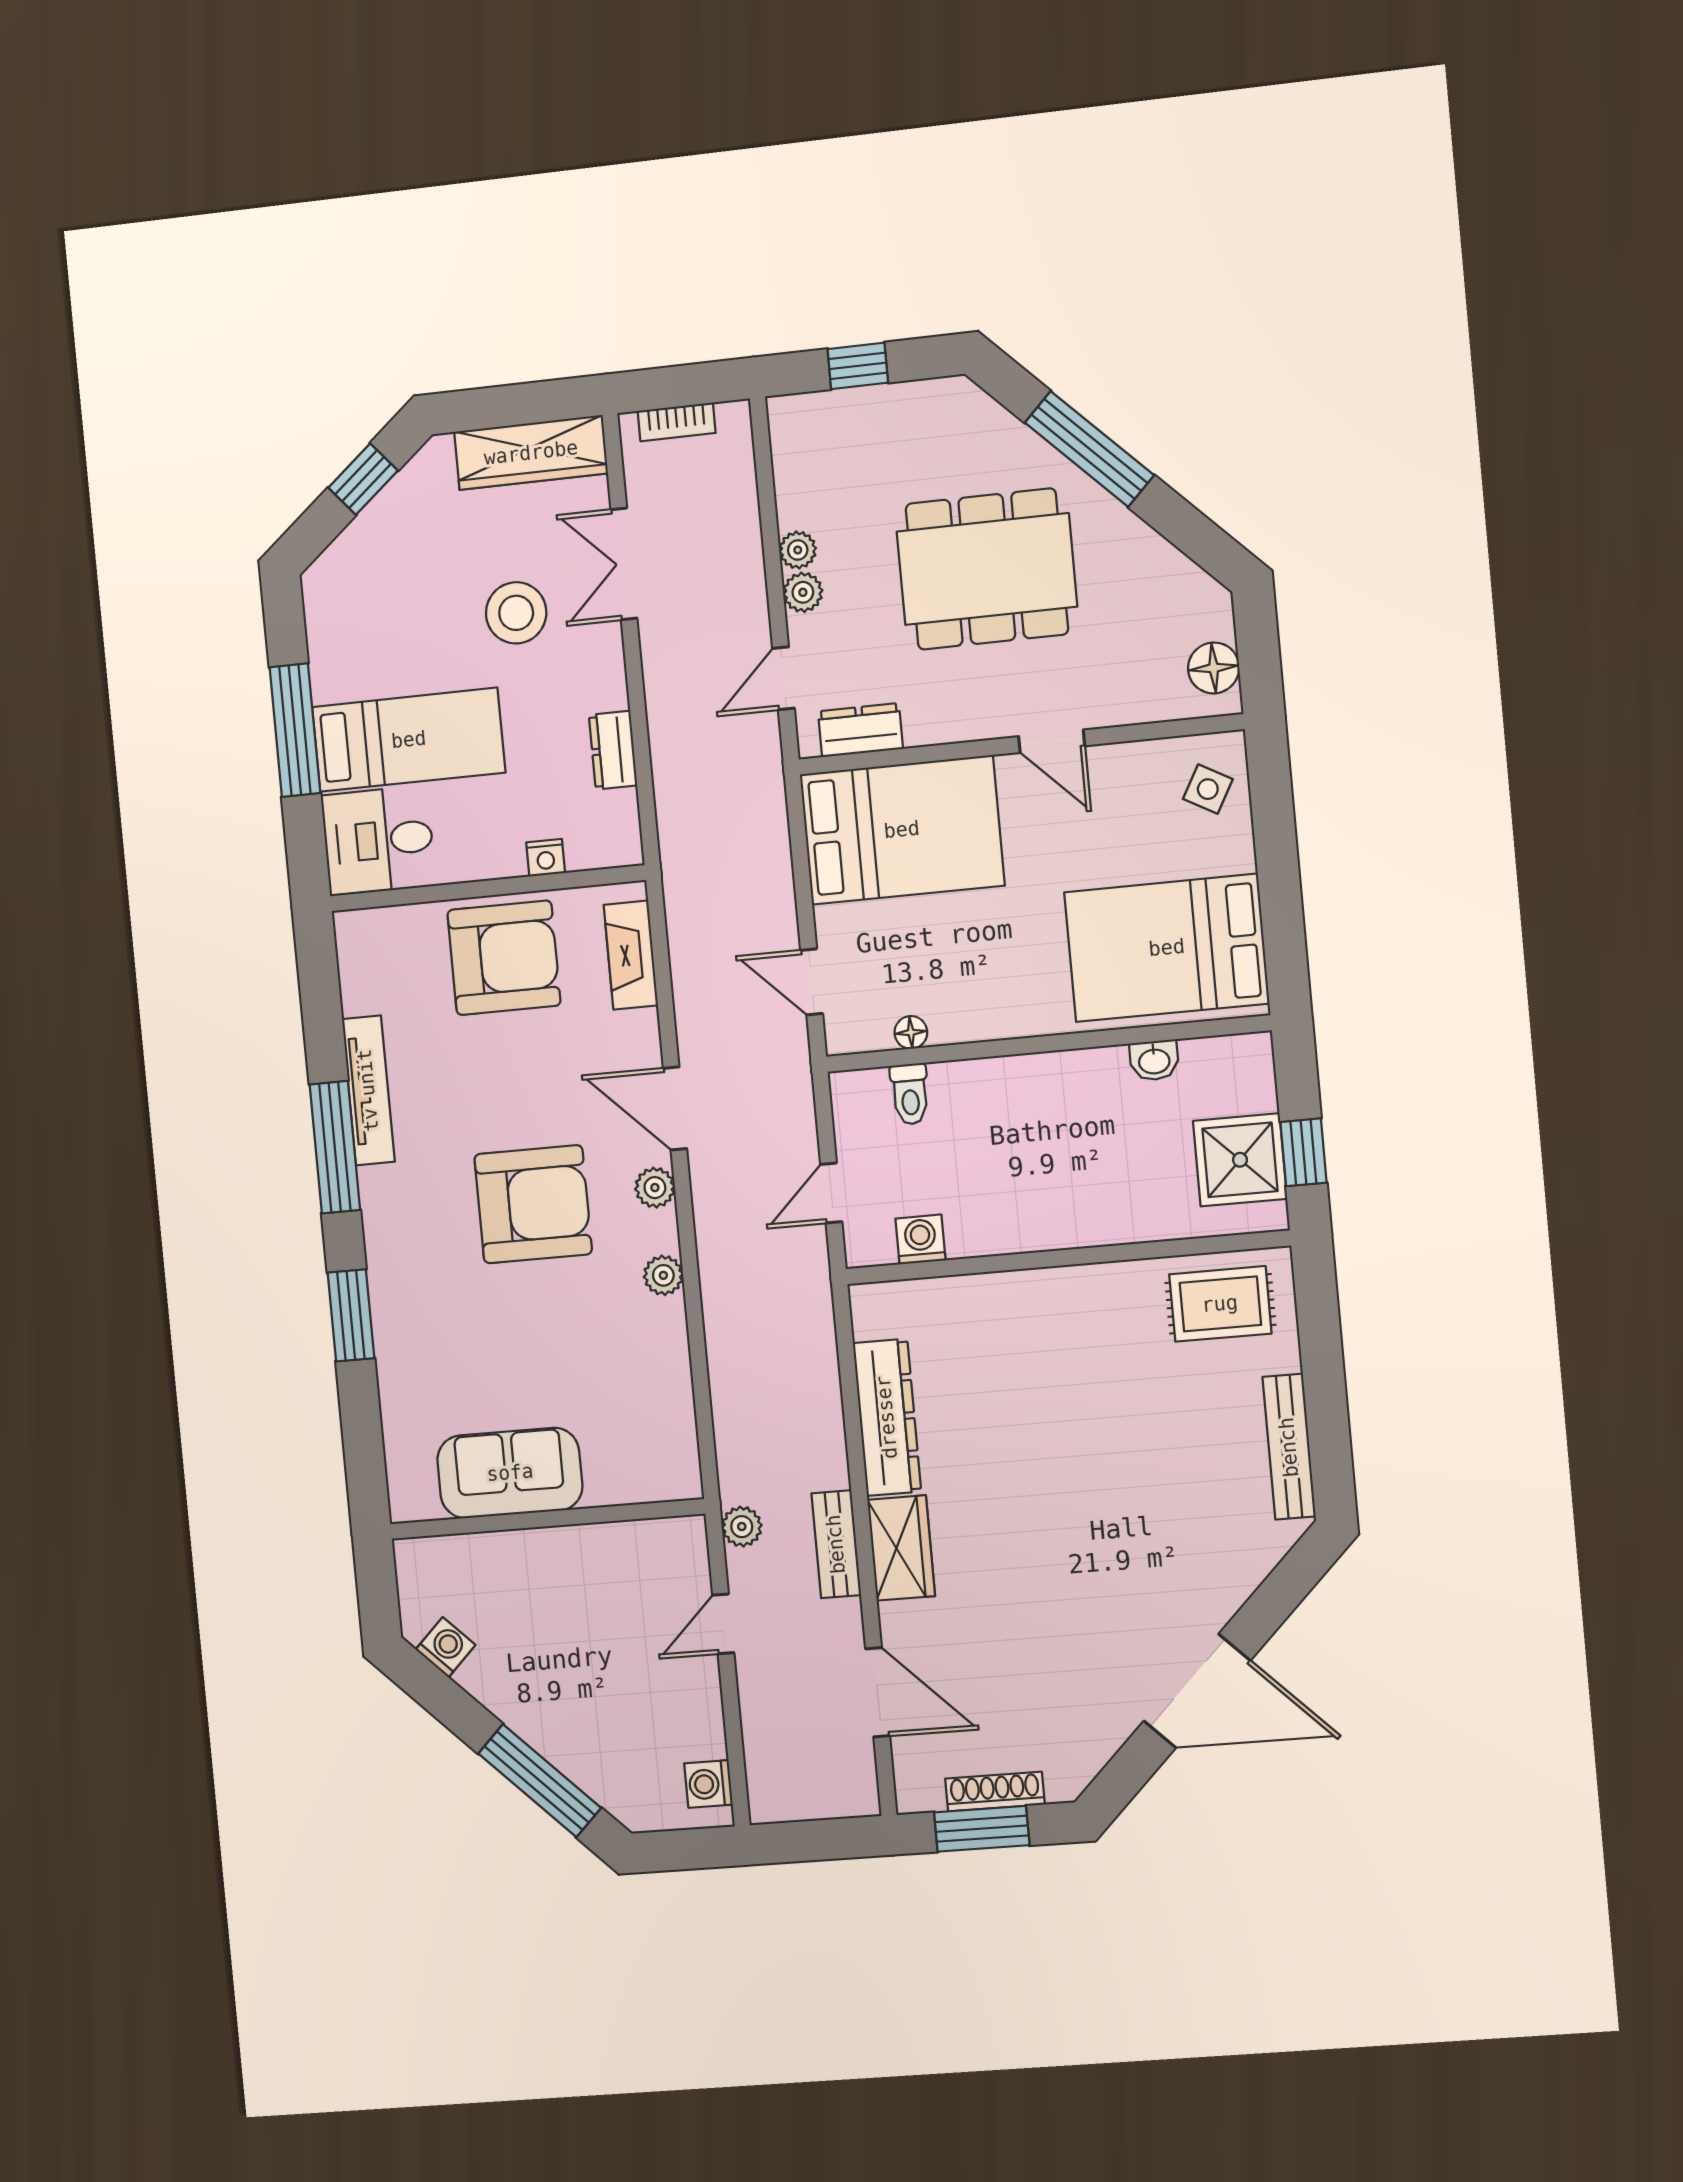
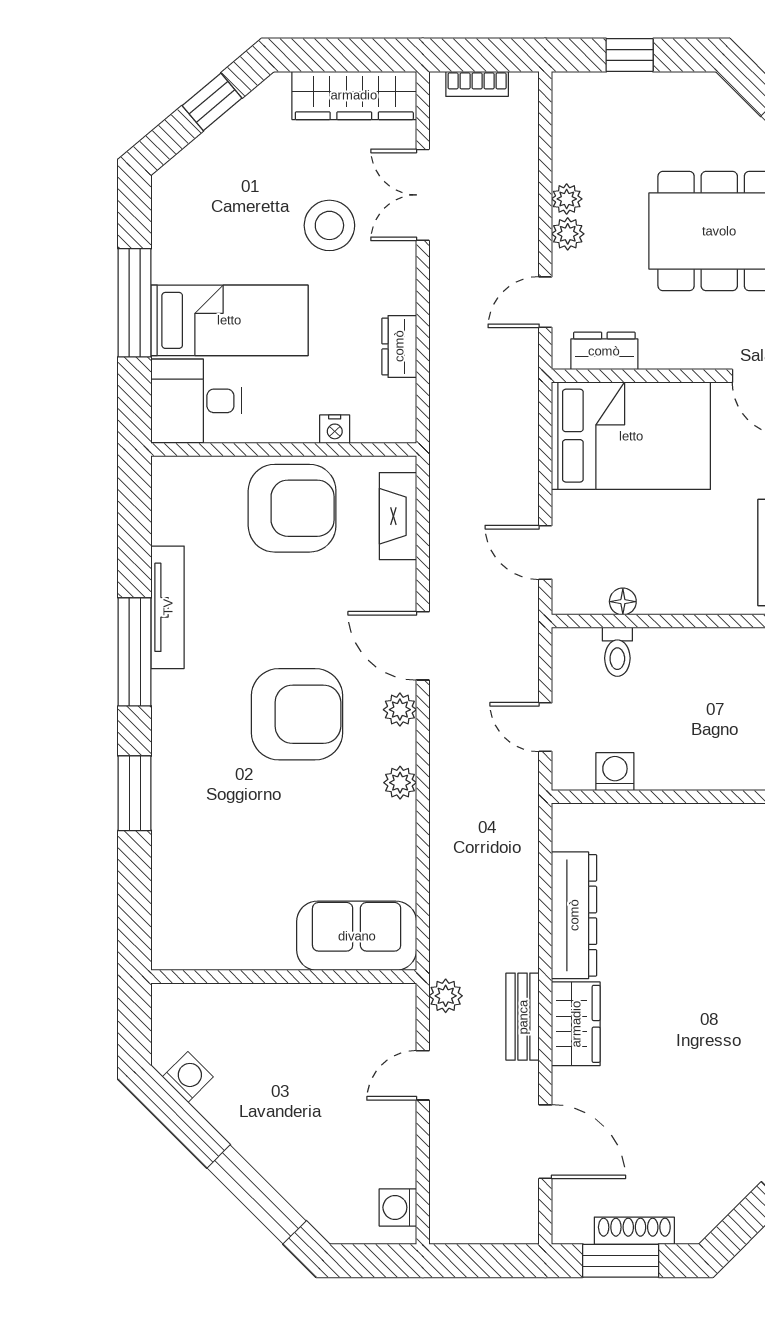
door: (831, 1193) -> (545, 727), hinge flipped
sofa: (510, 1473) -> (357, 936), moved

